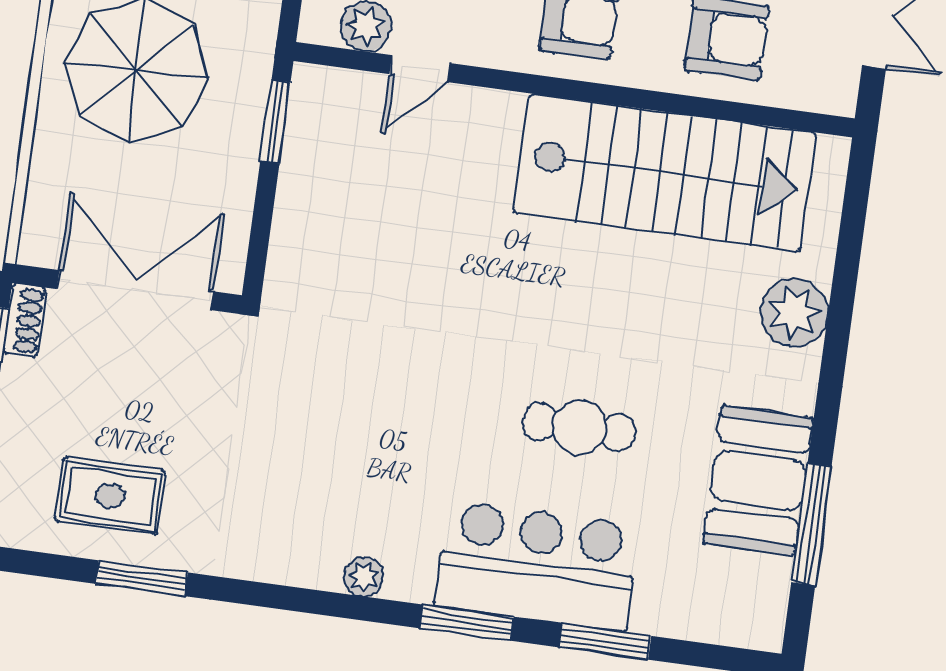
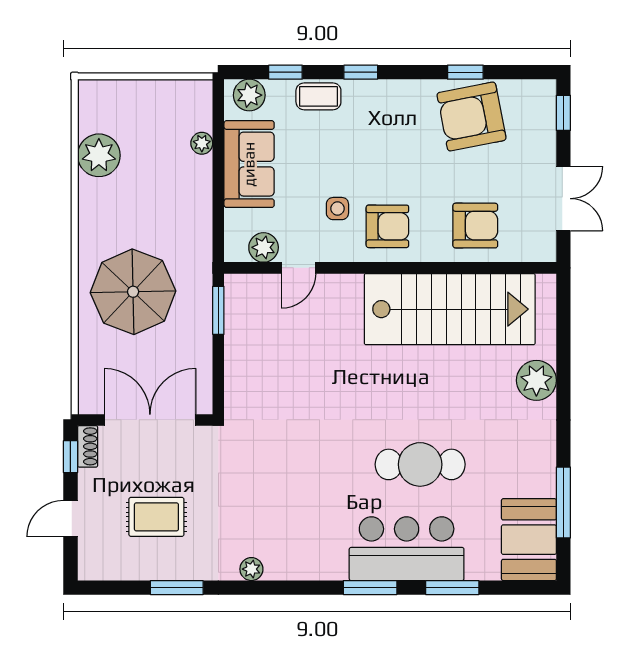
cafe table: (579, 427) -> (420, 464), width x1.37, depth x1.35
booth: (758, 481) -> (529, 540), moved
rug: (110, 496) -> (156, 517), moved
plant: (364, 577) -> (251, 569), moved

